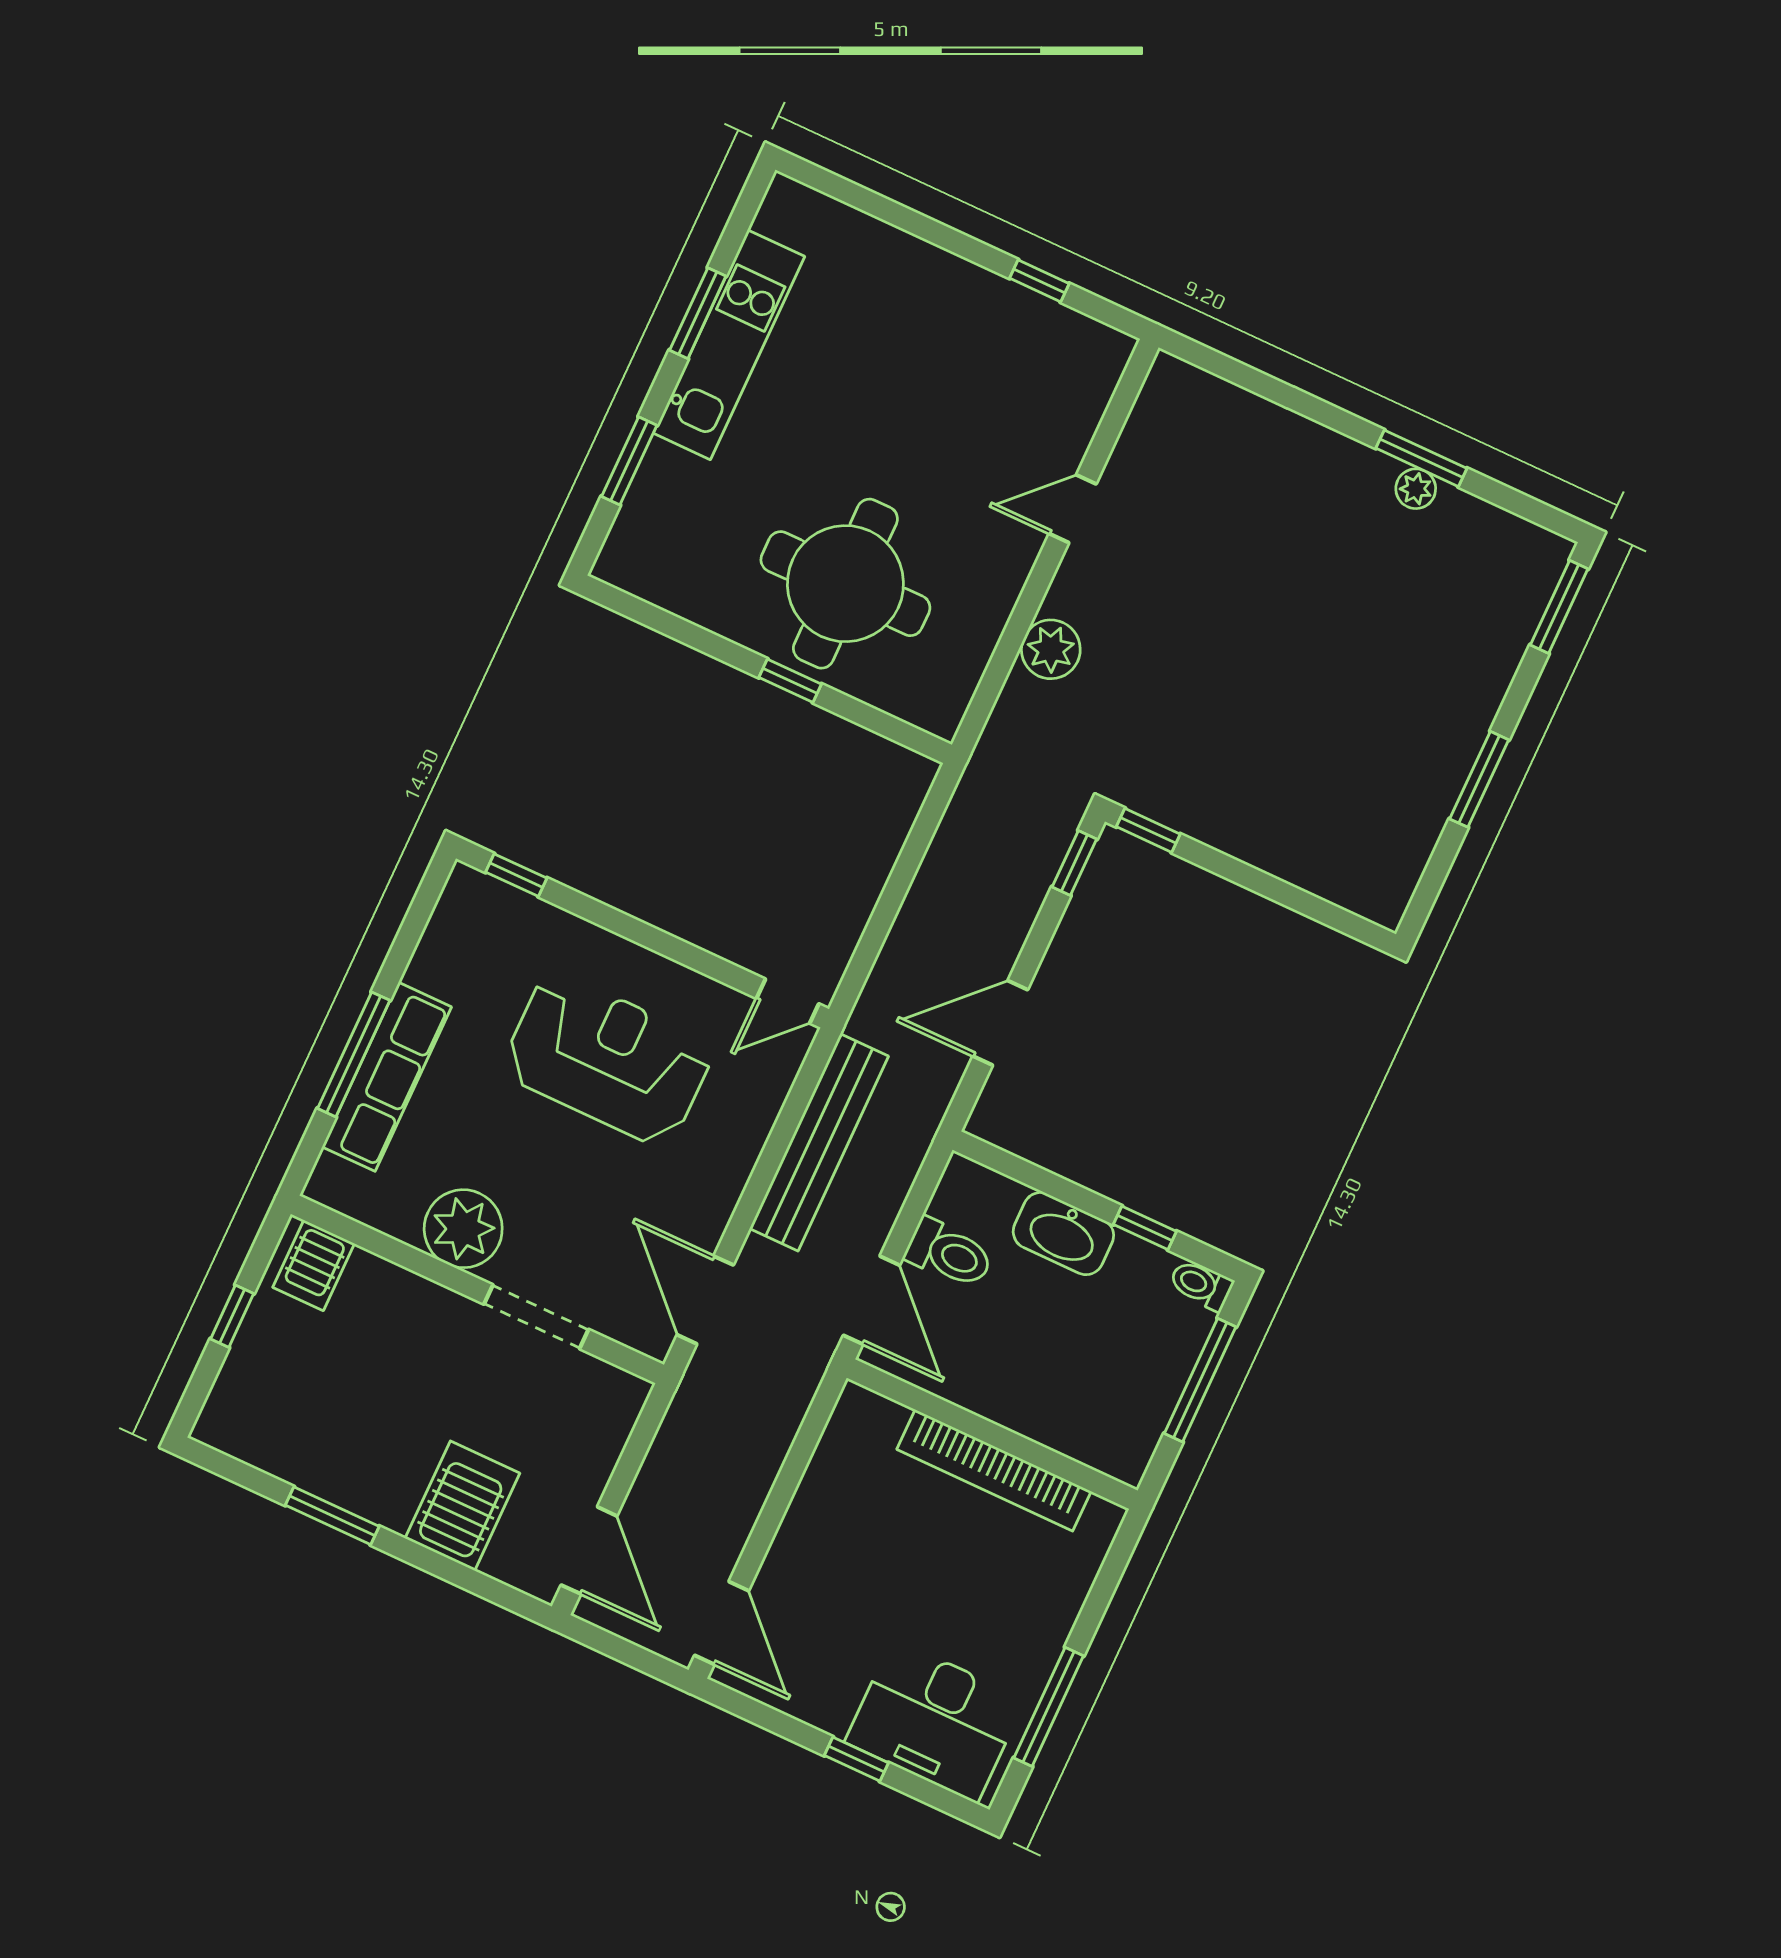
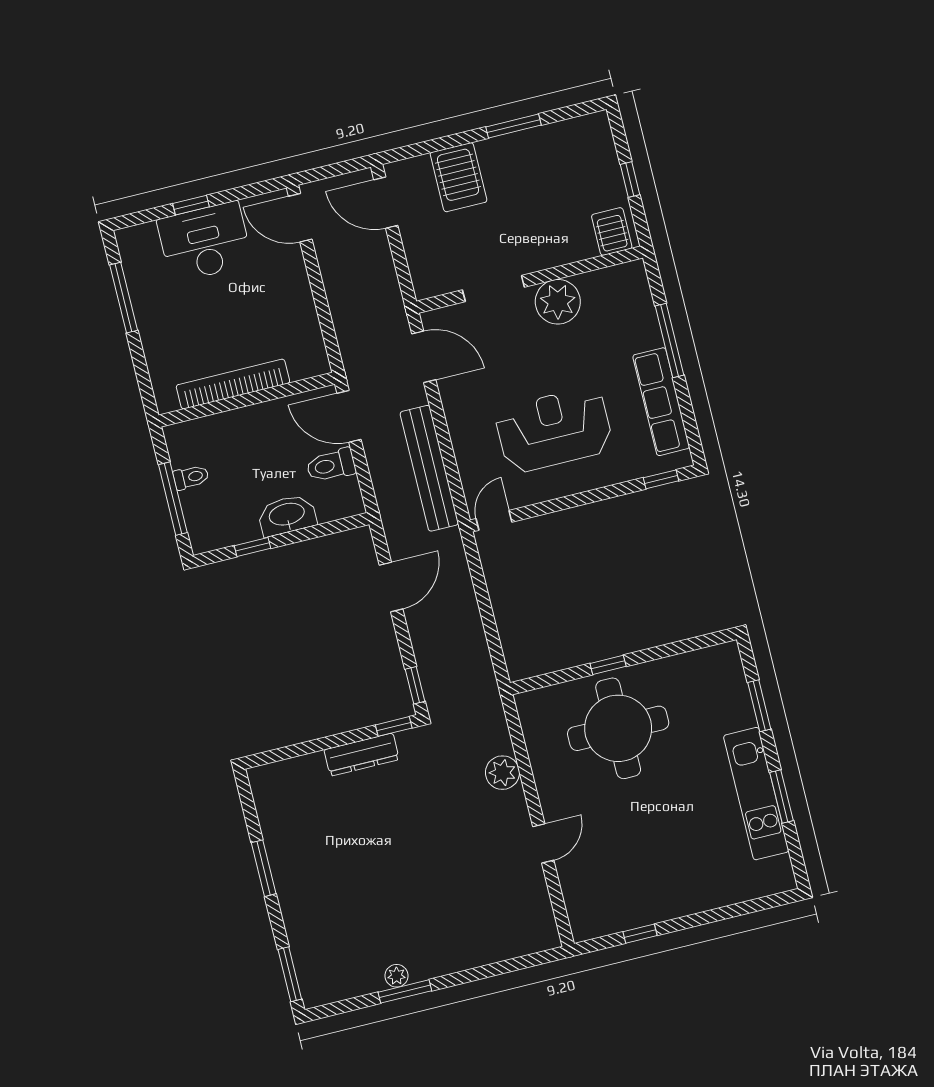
dresser: (1223, 827) -> (362, 755), added
reception desk: (608, 1059) -> (554, 430), turned 180
row of seats: (387, 1077) -> (661, 402), moved
toilet: (1201, 1285) -> (191, 477), moved
desk: (935, 1721) -> (205, 242), moved

